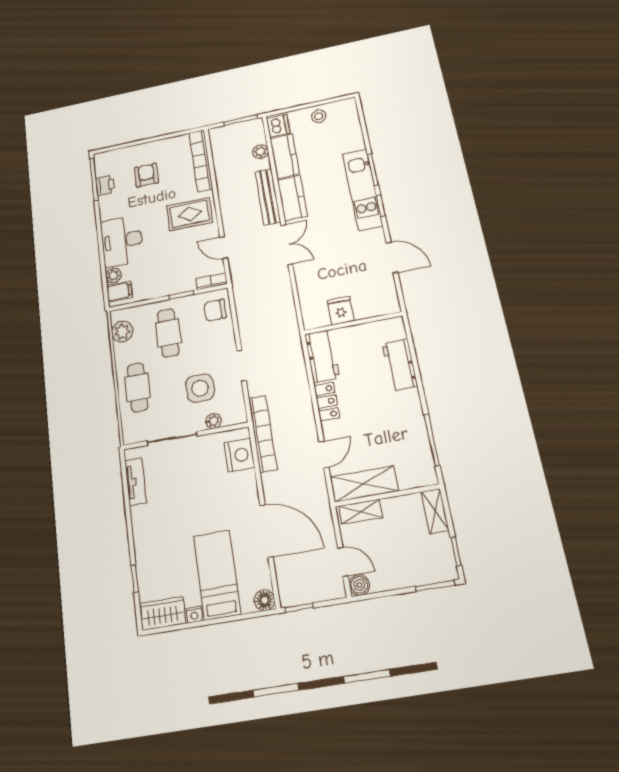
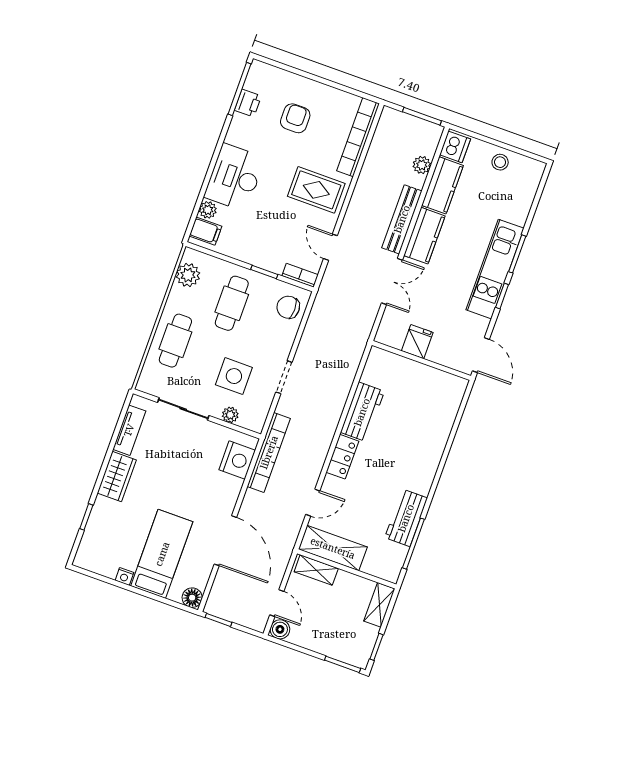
fridge: (341, 311) -> (417, 342), moved
wall: (353, 323) -> (421, 360), moved
workbench: (400, 365) -> (406, 518), moved
wardrobe: (163, 613) -> (117, 476), moved, turned 90

